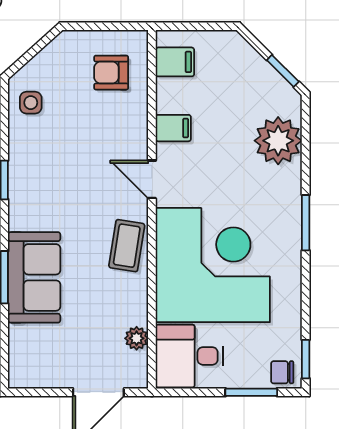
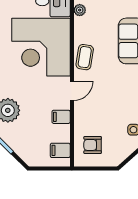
armchair: (111, 73) -> (93, 145), turned 180
door: (152, 179) -> (72, 91), hinge flipped

